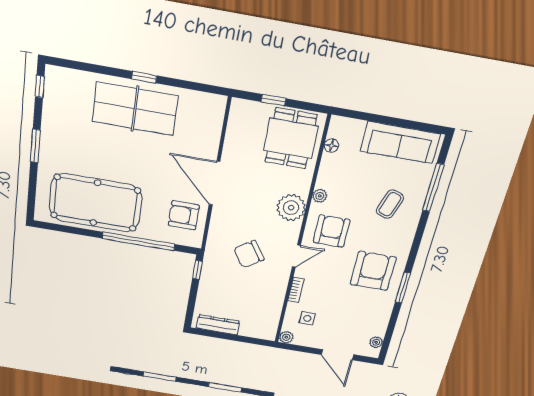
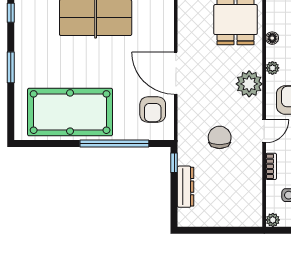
floor lamp: (331, 146) -> (272, 38), moved
armchair: (184, 215) -> (153, 109), turned -90
chair: (249, 254) -> (220, 137), turned 124
dresser: (218, 325) -> (186, 187), moved, turned 90

